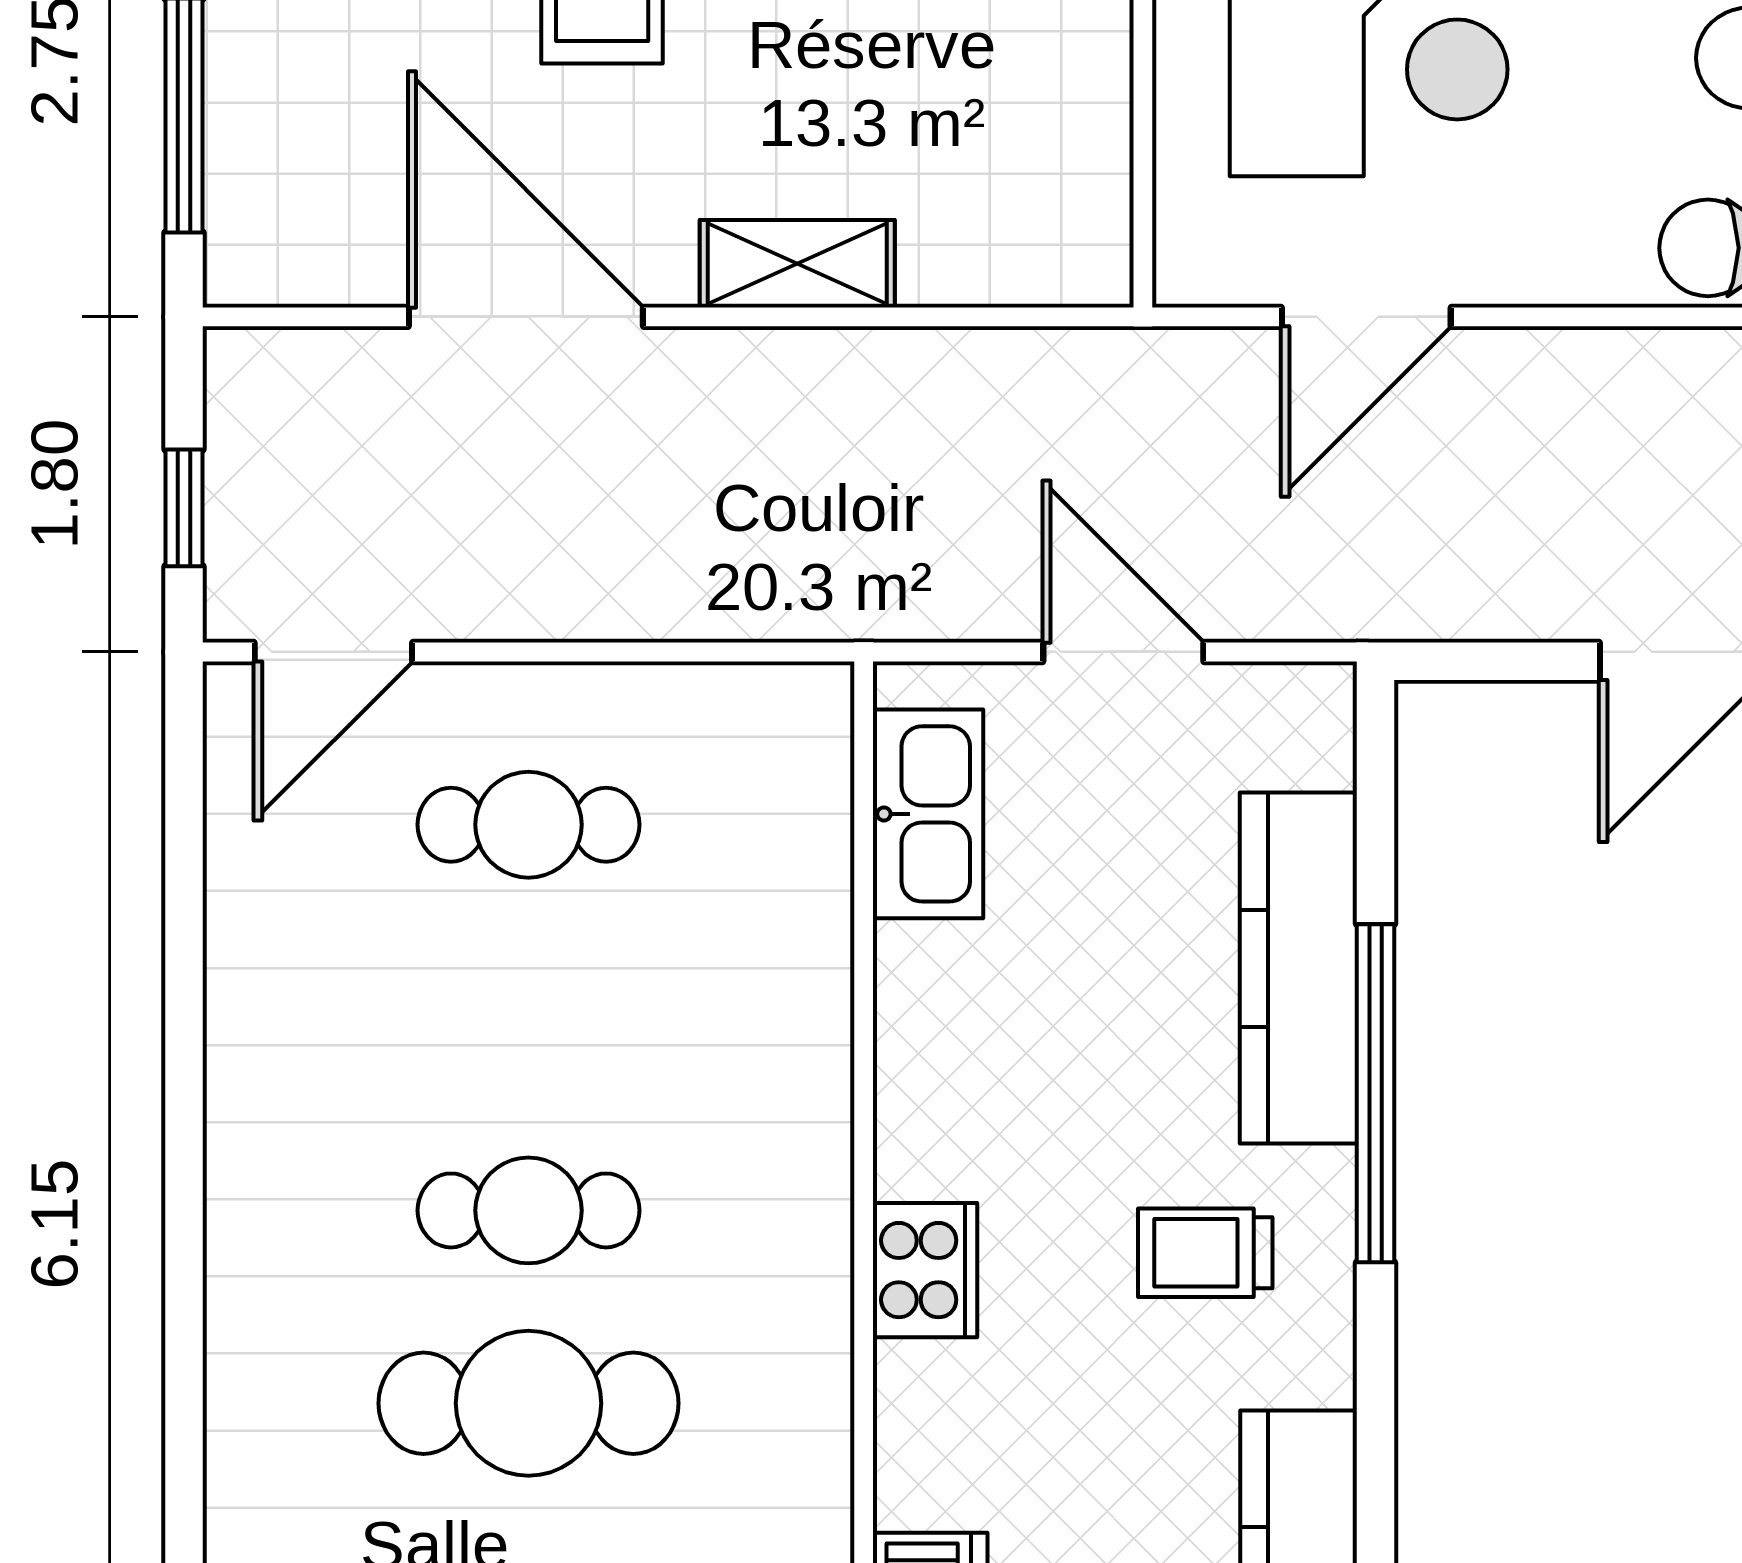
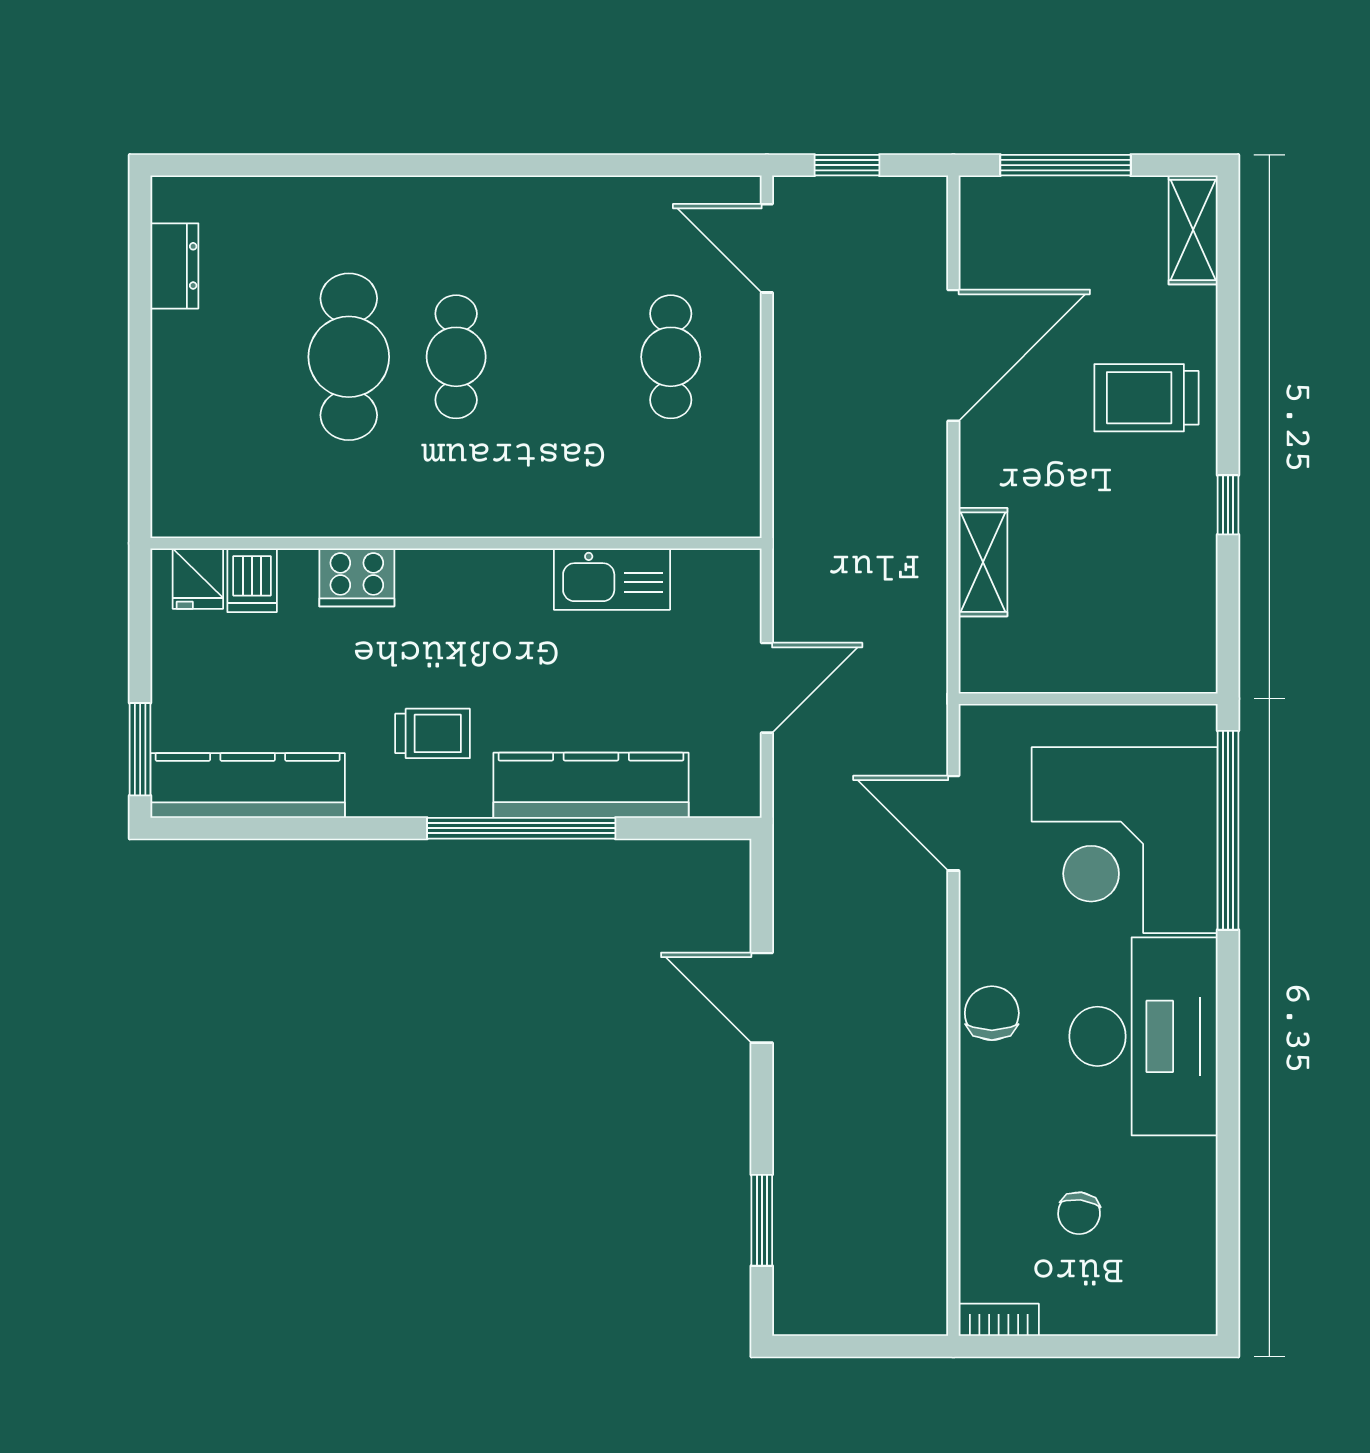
shelving: (797, 264) -> (983, 562), moved
kitchen sink: (928, 814) -> (612, 579), moved
trolley: (1205, 1253) -> (433, 733), turned 90
cooker: (925, 1270) -> (357, 577), moved

